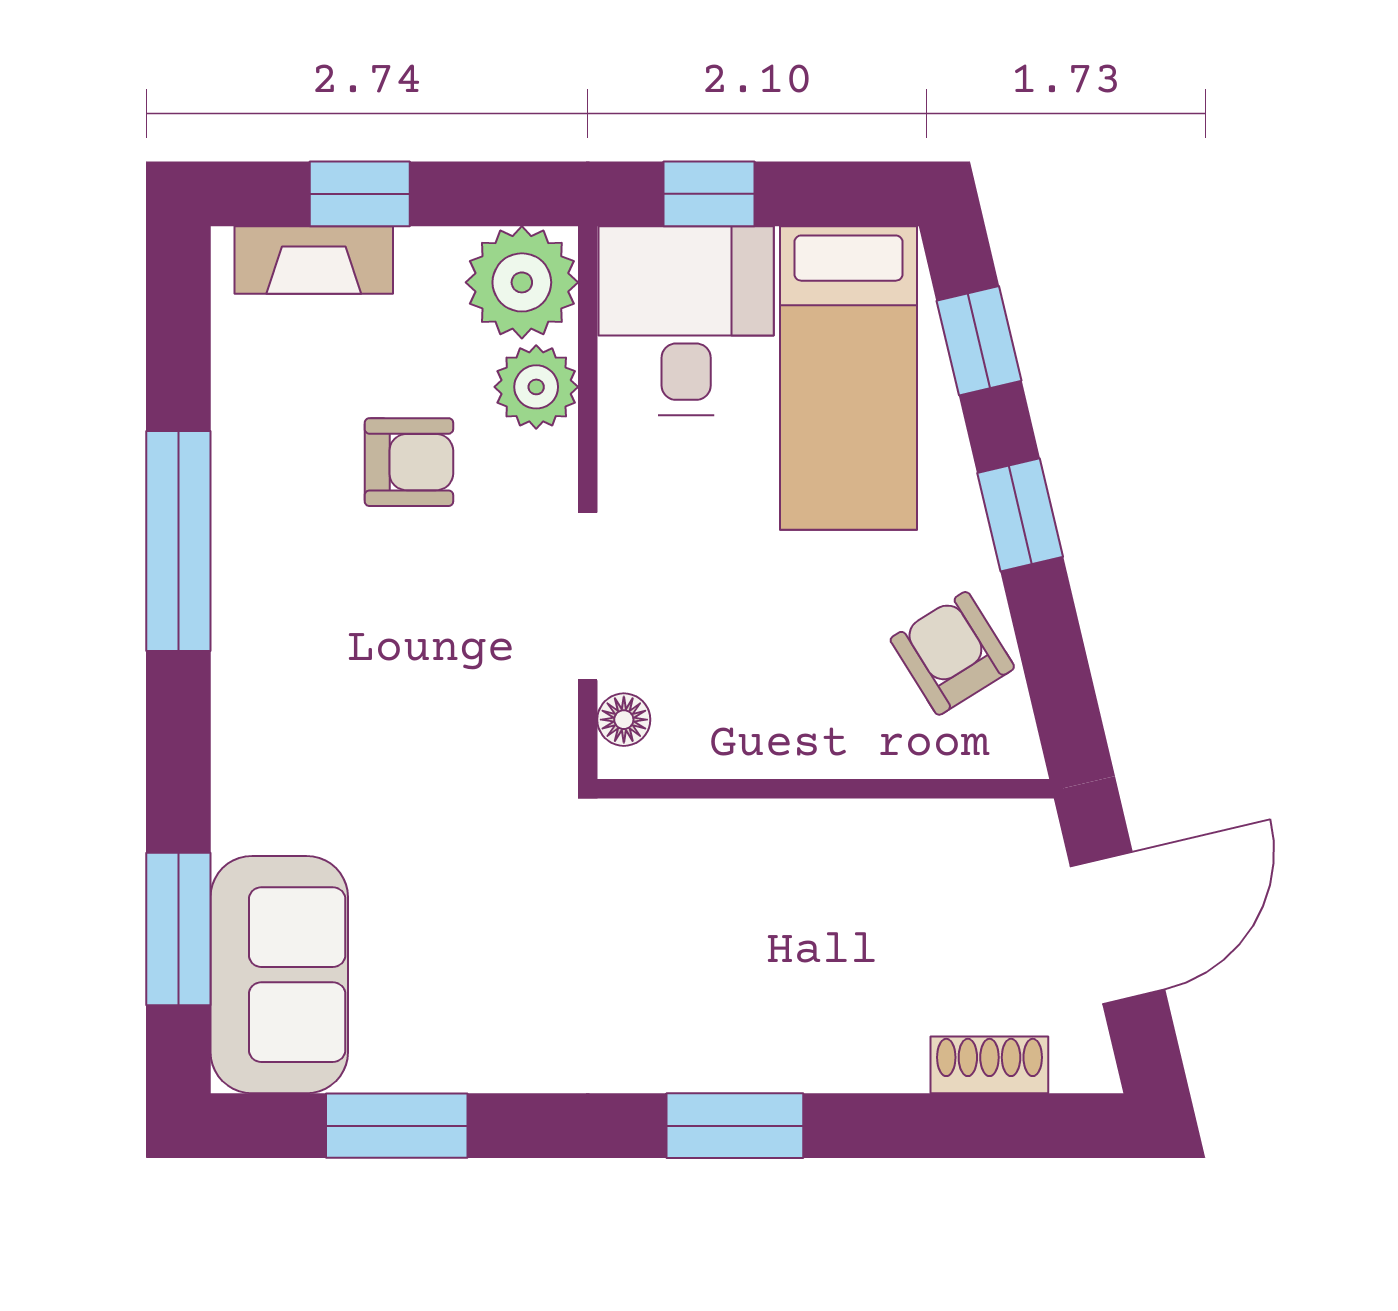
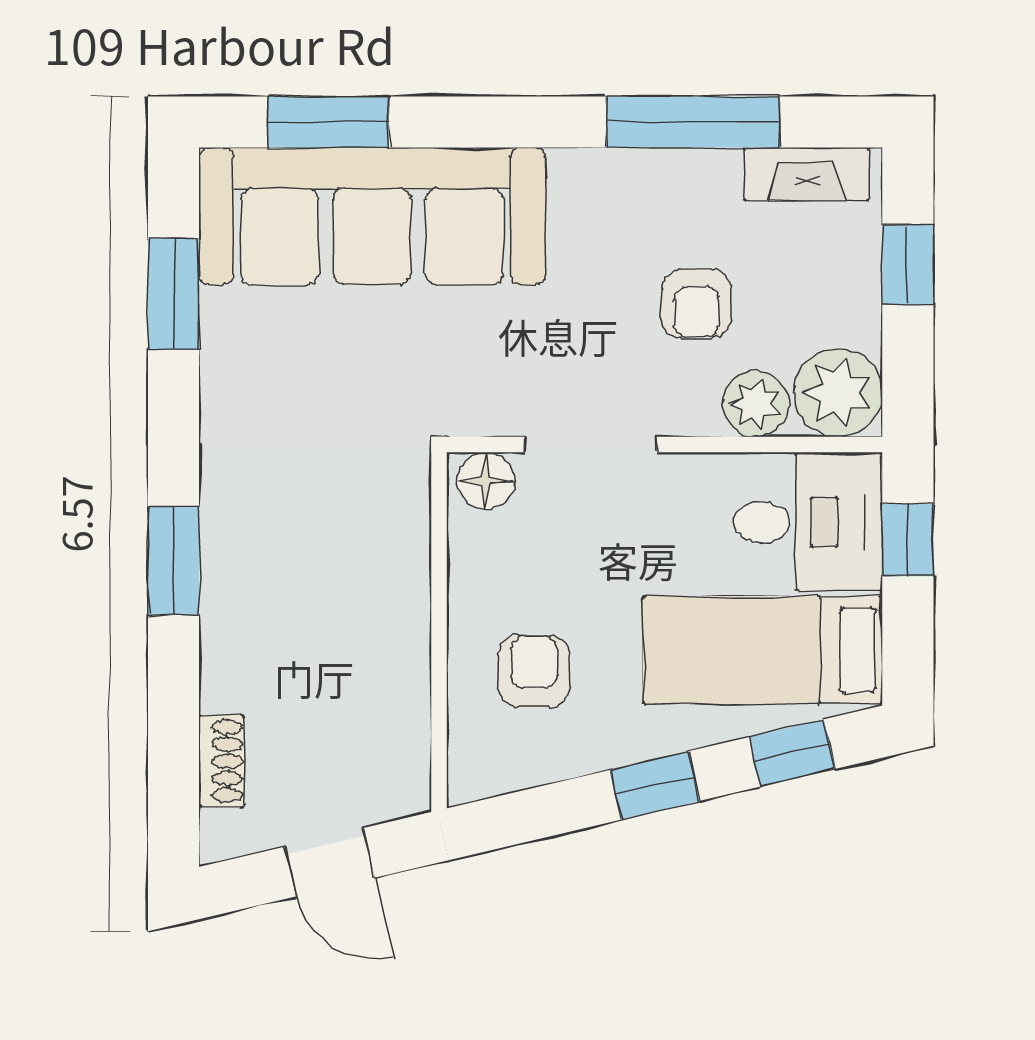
fireplace: (314, 260) -> (807, 174), moved, turned -90
window: (178, 541) -> (693, 122), moved
armchair: (952, 653) -> (534, 671), moved, turned -58
floor lamp: (624, 720) -> (486, 481), width x1.37, depth x1.37
door: (1118, 928) -> (329, 862), width x0.73
sofa: (279, 975) -> (372, 216), width x1.85, depth x1.27

